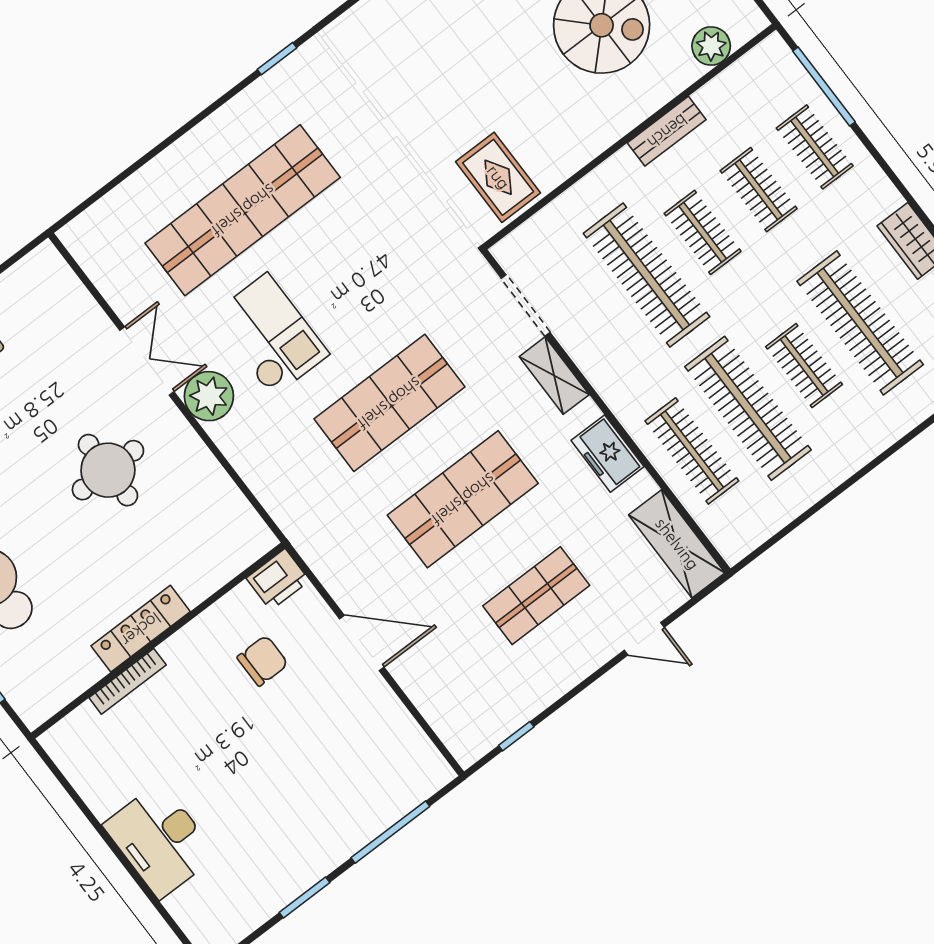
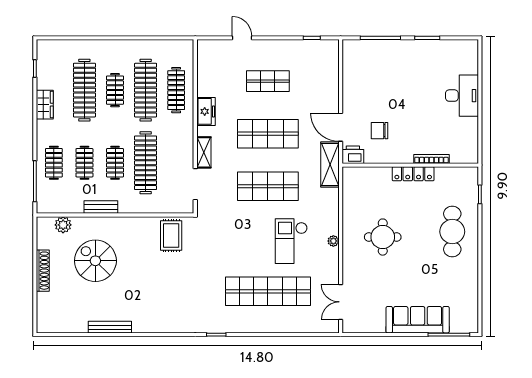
double door: (147, 361) -> (341, 302), moved
plant: (209, 396) -> (333, 241), width x0.53, depth x0.53
shelving: (677, 544) -> (330, 165), moved
door: (362, 643) -> (341, 127), moved

